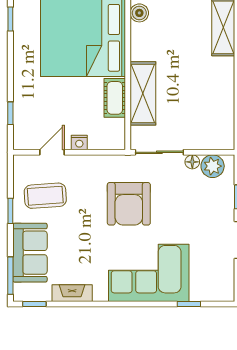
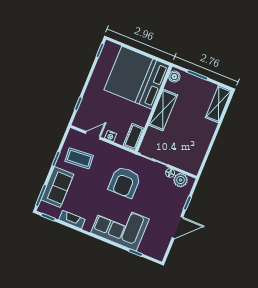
shelving: (143, 93) -> (163, 110), moved
cot: (115, 98) -> (134, 137), moved

